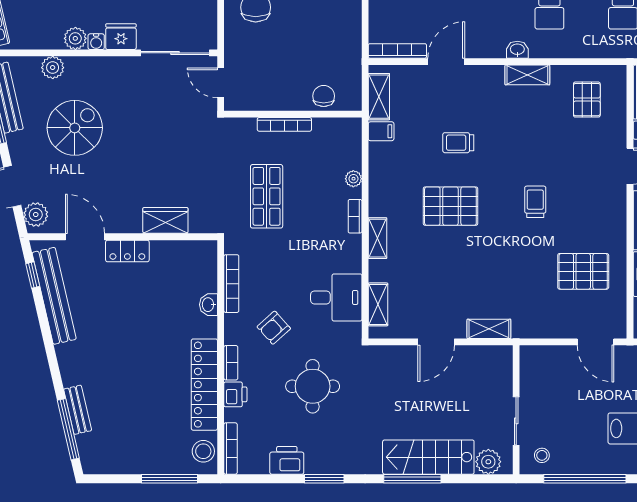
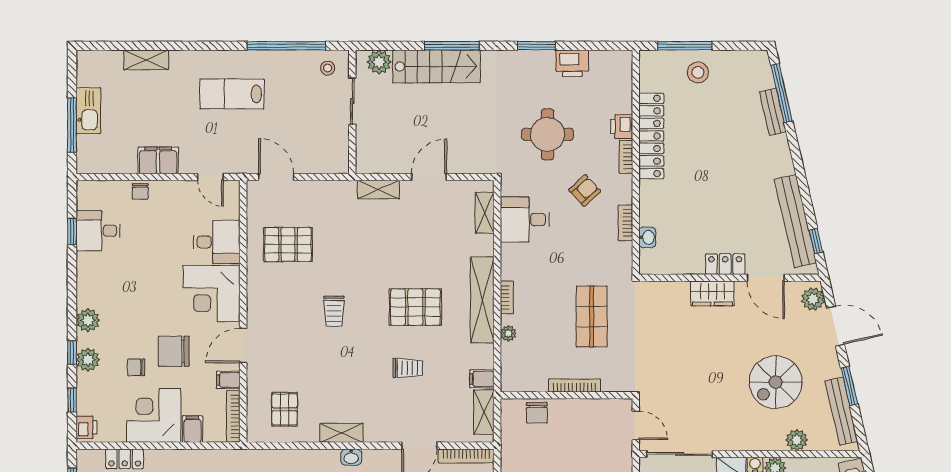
wardrobe: (165, 220) -> (712, 293), moved
shelving: (378, 238) -> (482, 300), width x2.20, depth x1.33
bookcase: (231, 284) -> (625, 223), width x0.64
washbasin: (208, 305) -> (647, 237), moved
bookcase: (231, 448) -> (626, 75), removed
stool: (203, 451) -> (698, 72), moved

